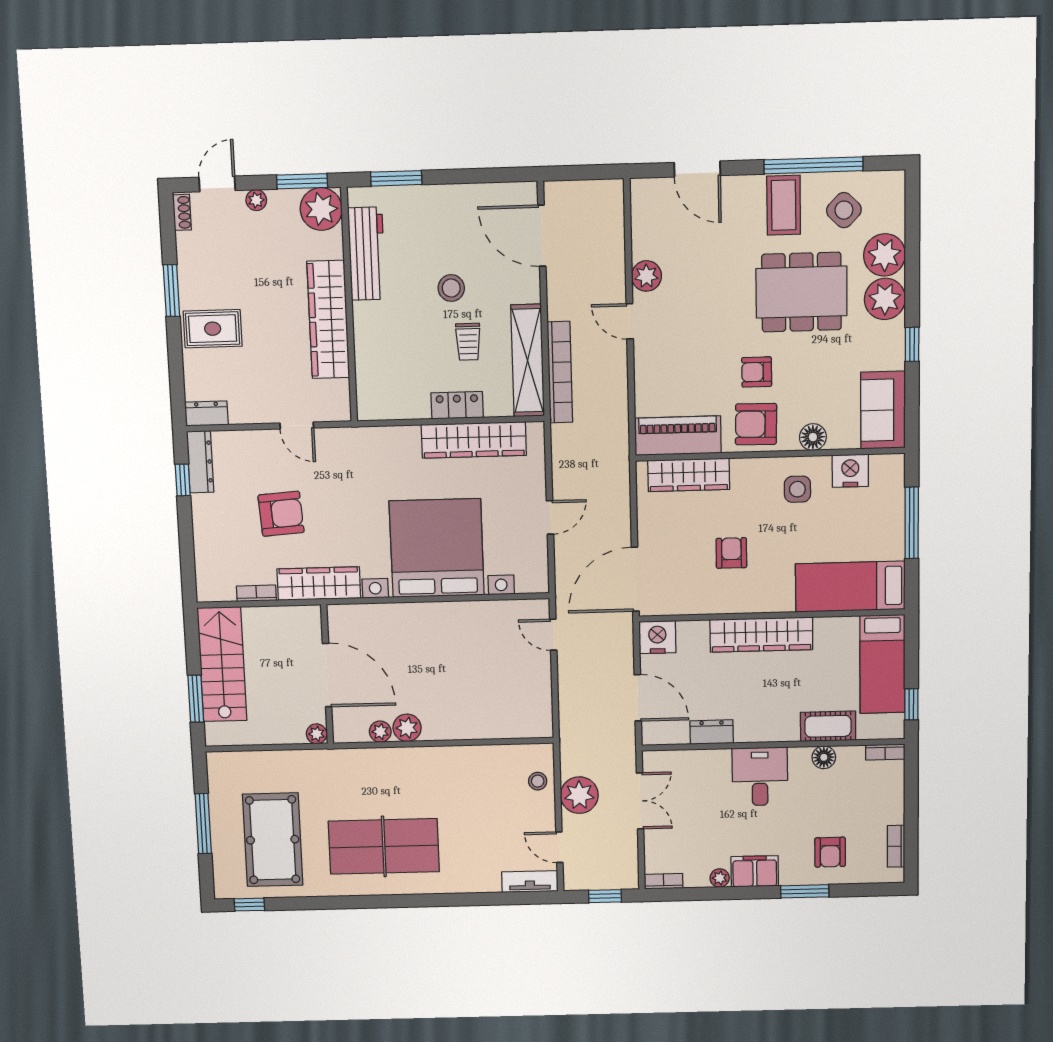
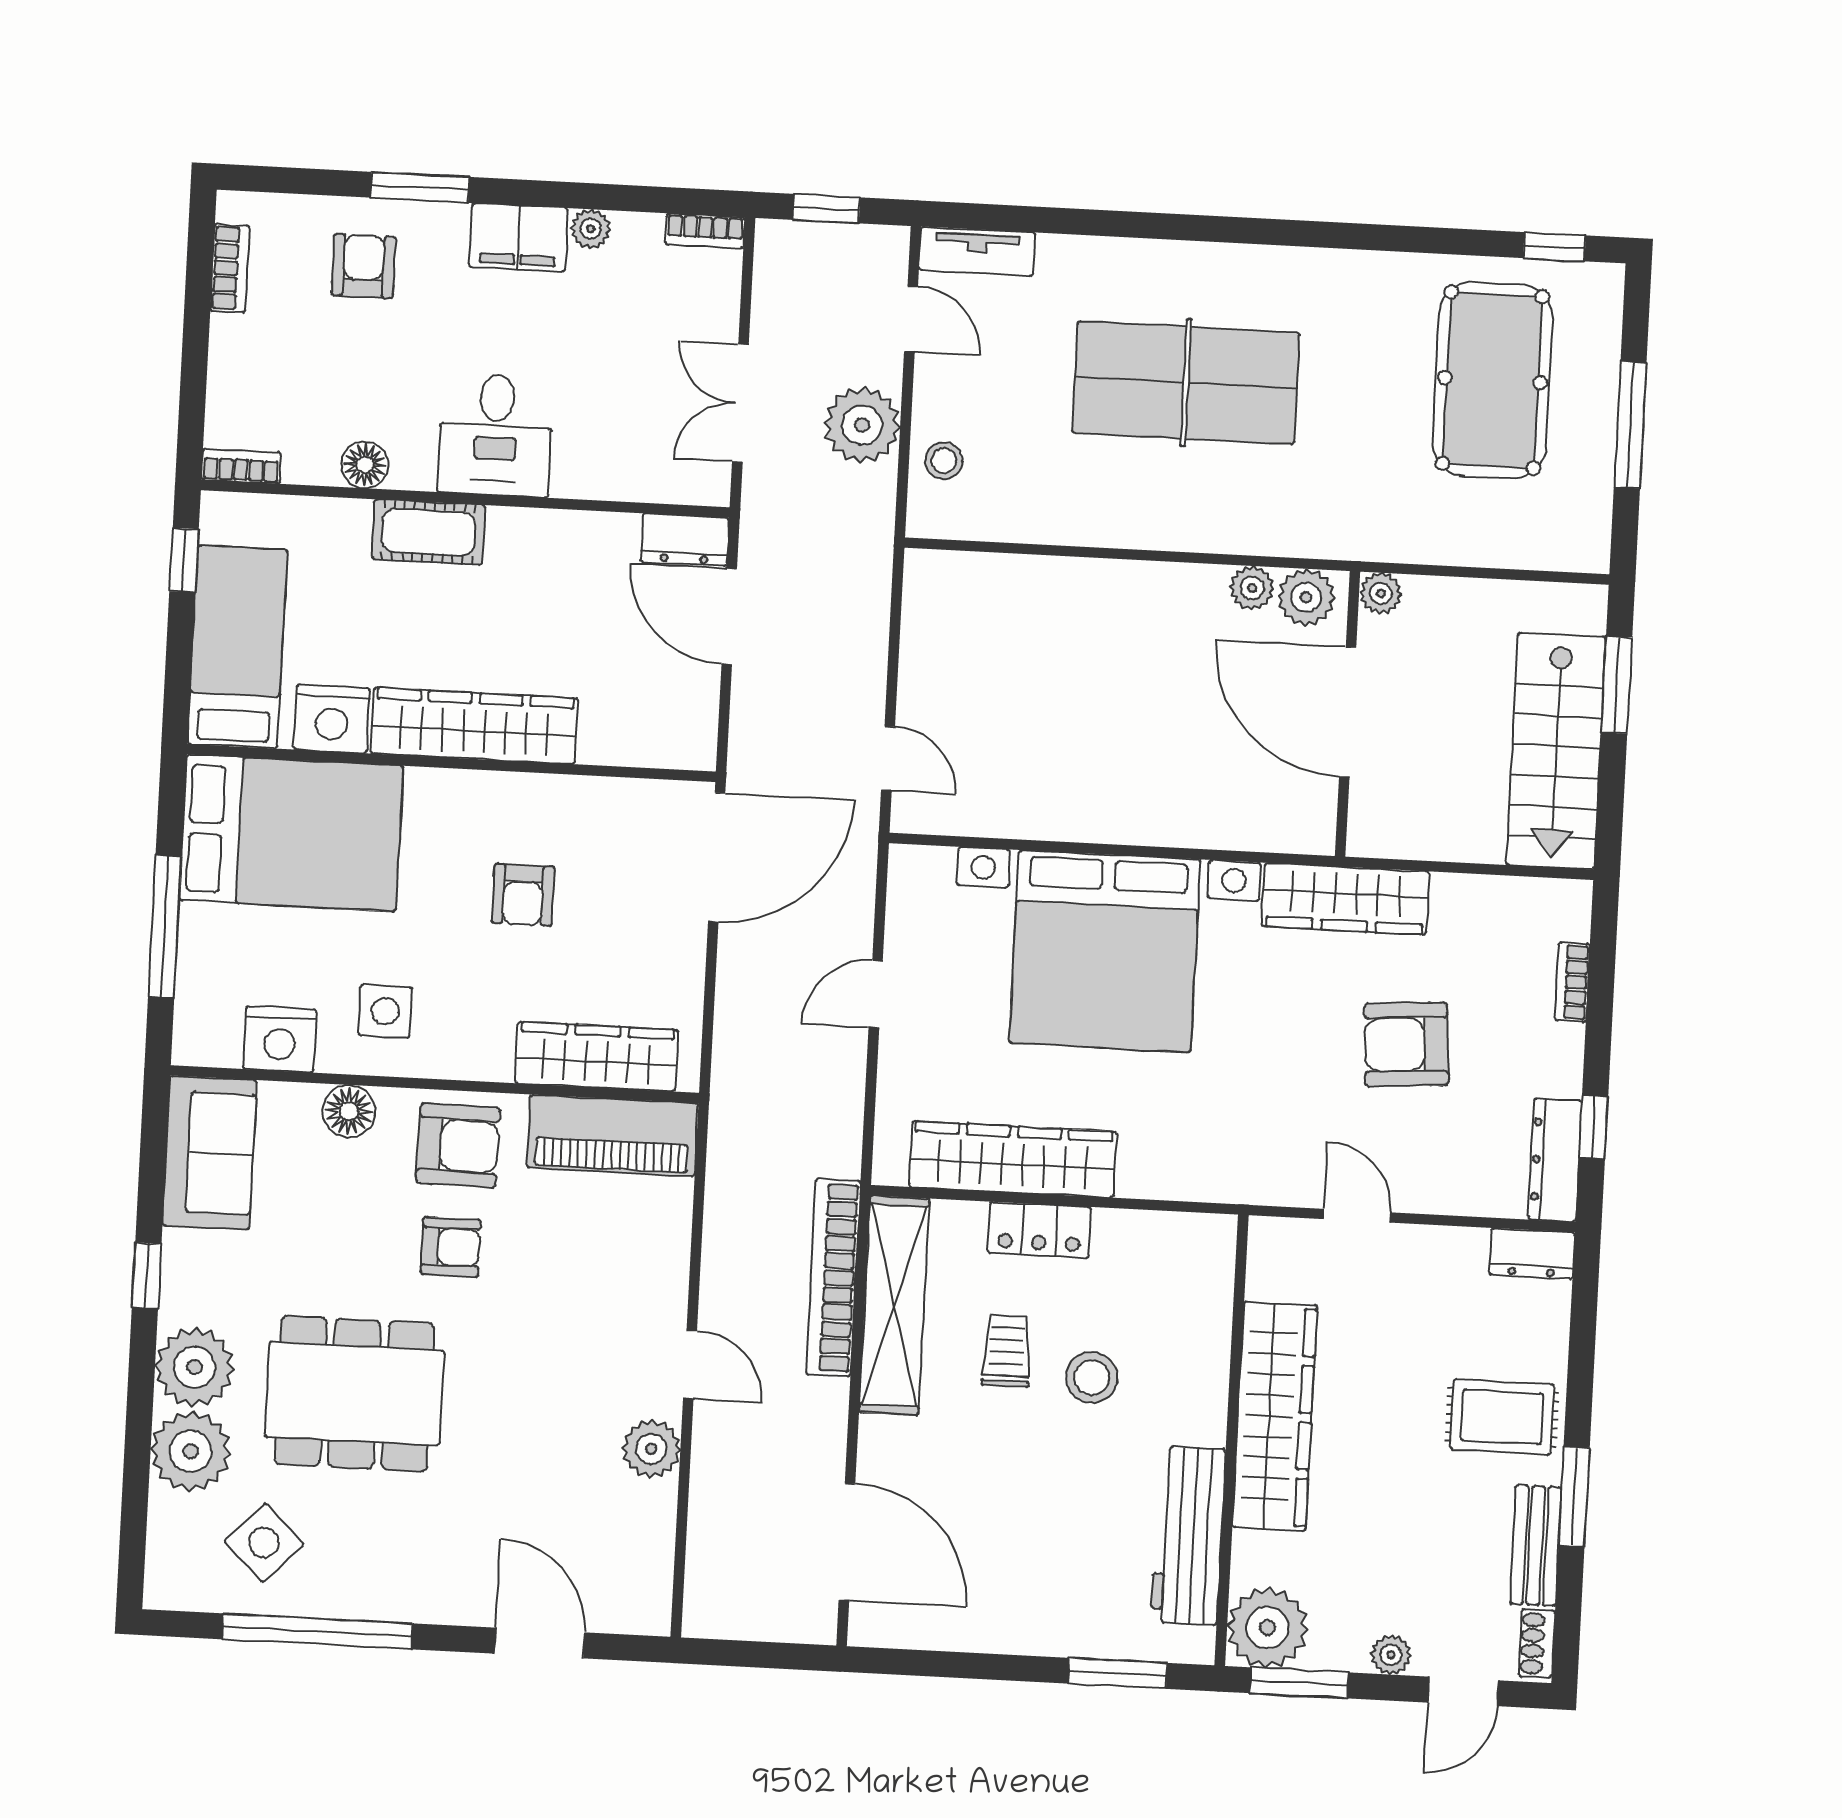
coffee table: (784, 205) -> (379, 1561), removed
bench: (188, 264) -> (1536, 1545), added
stool: (451, 288) -> (1092, 1377), moved
bed: (850, 587) -> (291, 833), width x1.50
bookcase: (256, 593) -> (1572, 982), moved, turned 90
nightstand: (657, 637) -> (332, 719), moved
cot: (828, 726) -> (428, 532), moved
plant: (407, 728) -> (1306, 597), moved
dresser: (712, 732) -> (685, 540), moved
table tennis table: (384, 846) -> (1186, 383), moved

